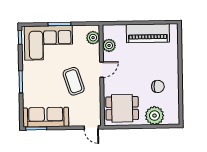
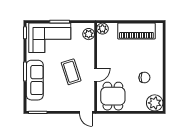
plant: (109, 45) -> (102, 29), moved
door: (102, 70) -> (96, 75), moved
dining table: (122, 108) -> (113, 96), turned 90
plant: (155, 116) -> (155, 103), moved
sofa: (46, 117) -> (35, 80), moved, turned 90

